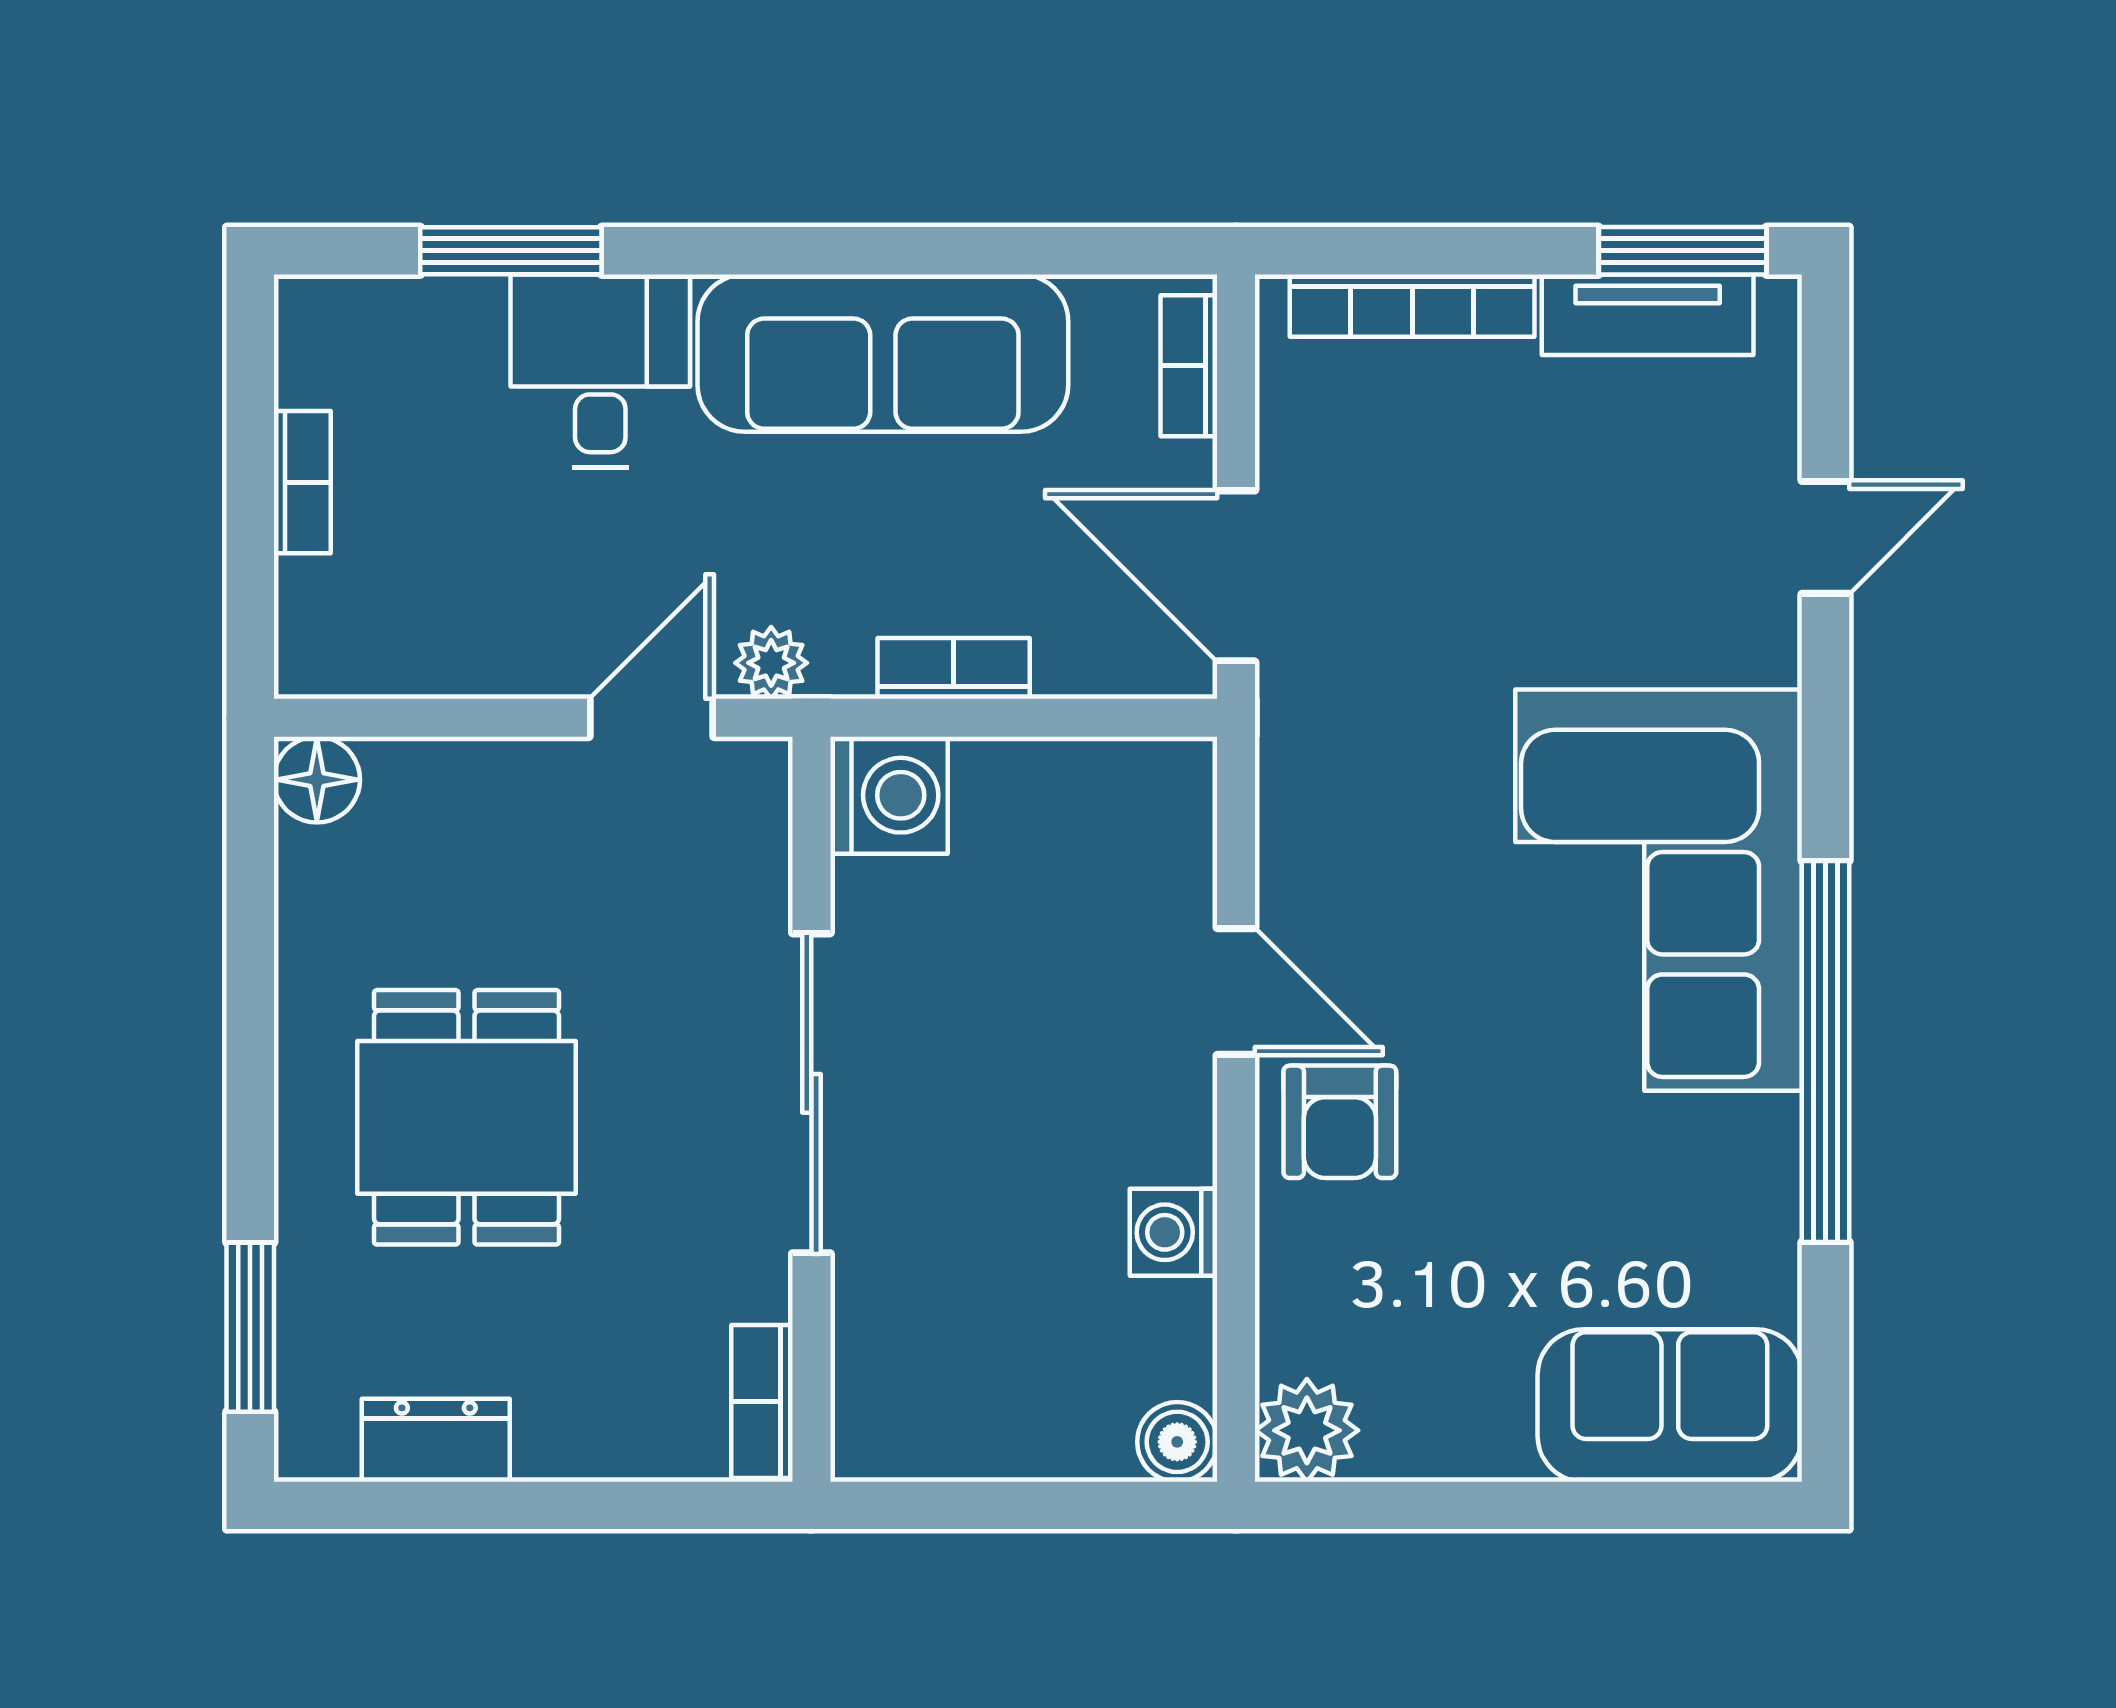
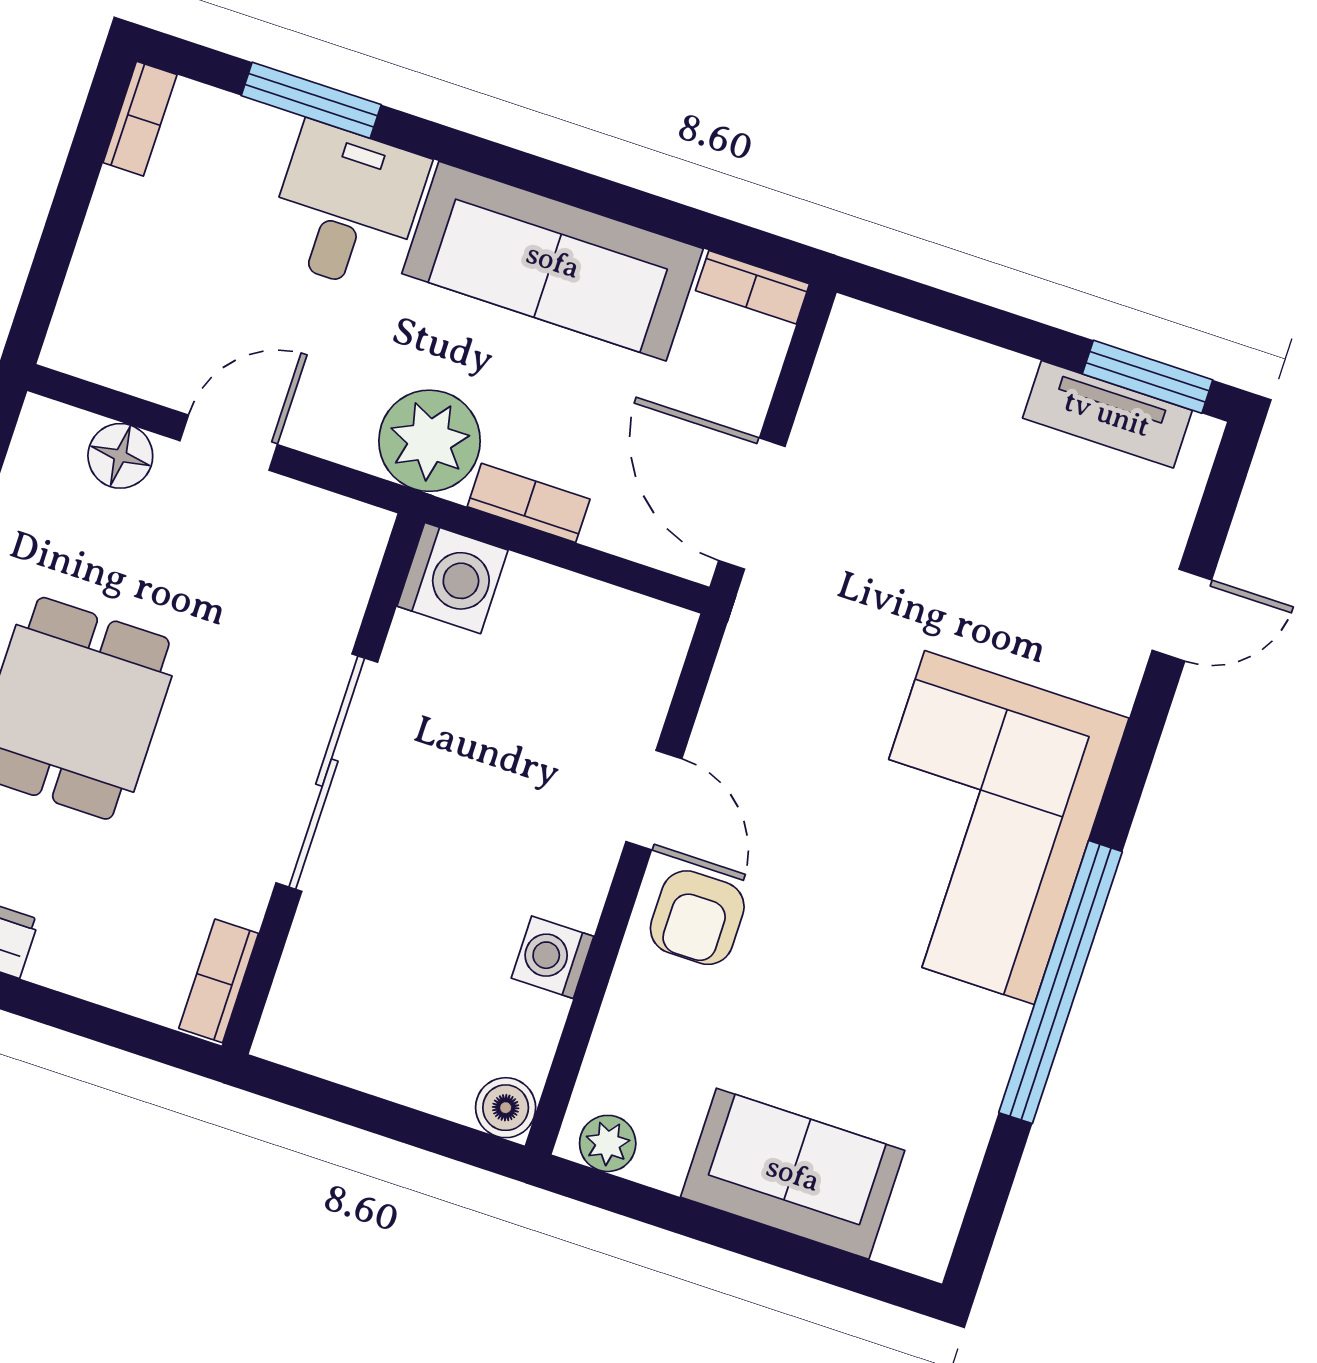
bookcase: (1412, 306) -> (941, 352), removed
bookcase: (1189, 366) -> (753, 287), moved, turned -90
bookcase: (302, 482) -> (140, 119), moved
plant: (771, 663) -> (430, 441), width x1.87, depth x1.87
door: (651, 718) -> (229, 443), moved
floor lamp: (317, 780) -> (120, 456), moved
sofa: (1670, 1405) -> (793, 1174), moved
plant: (1307, 1430) -> (608, 1143), width x0.73, depth x0.73

